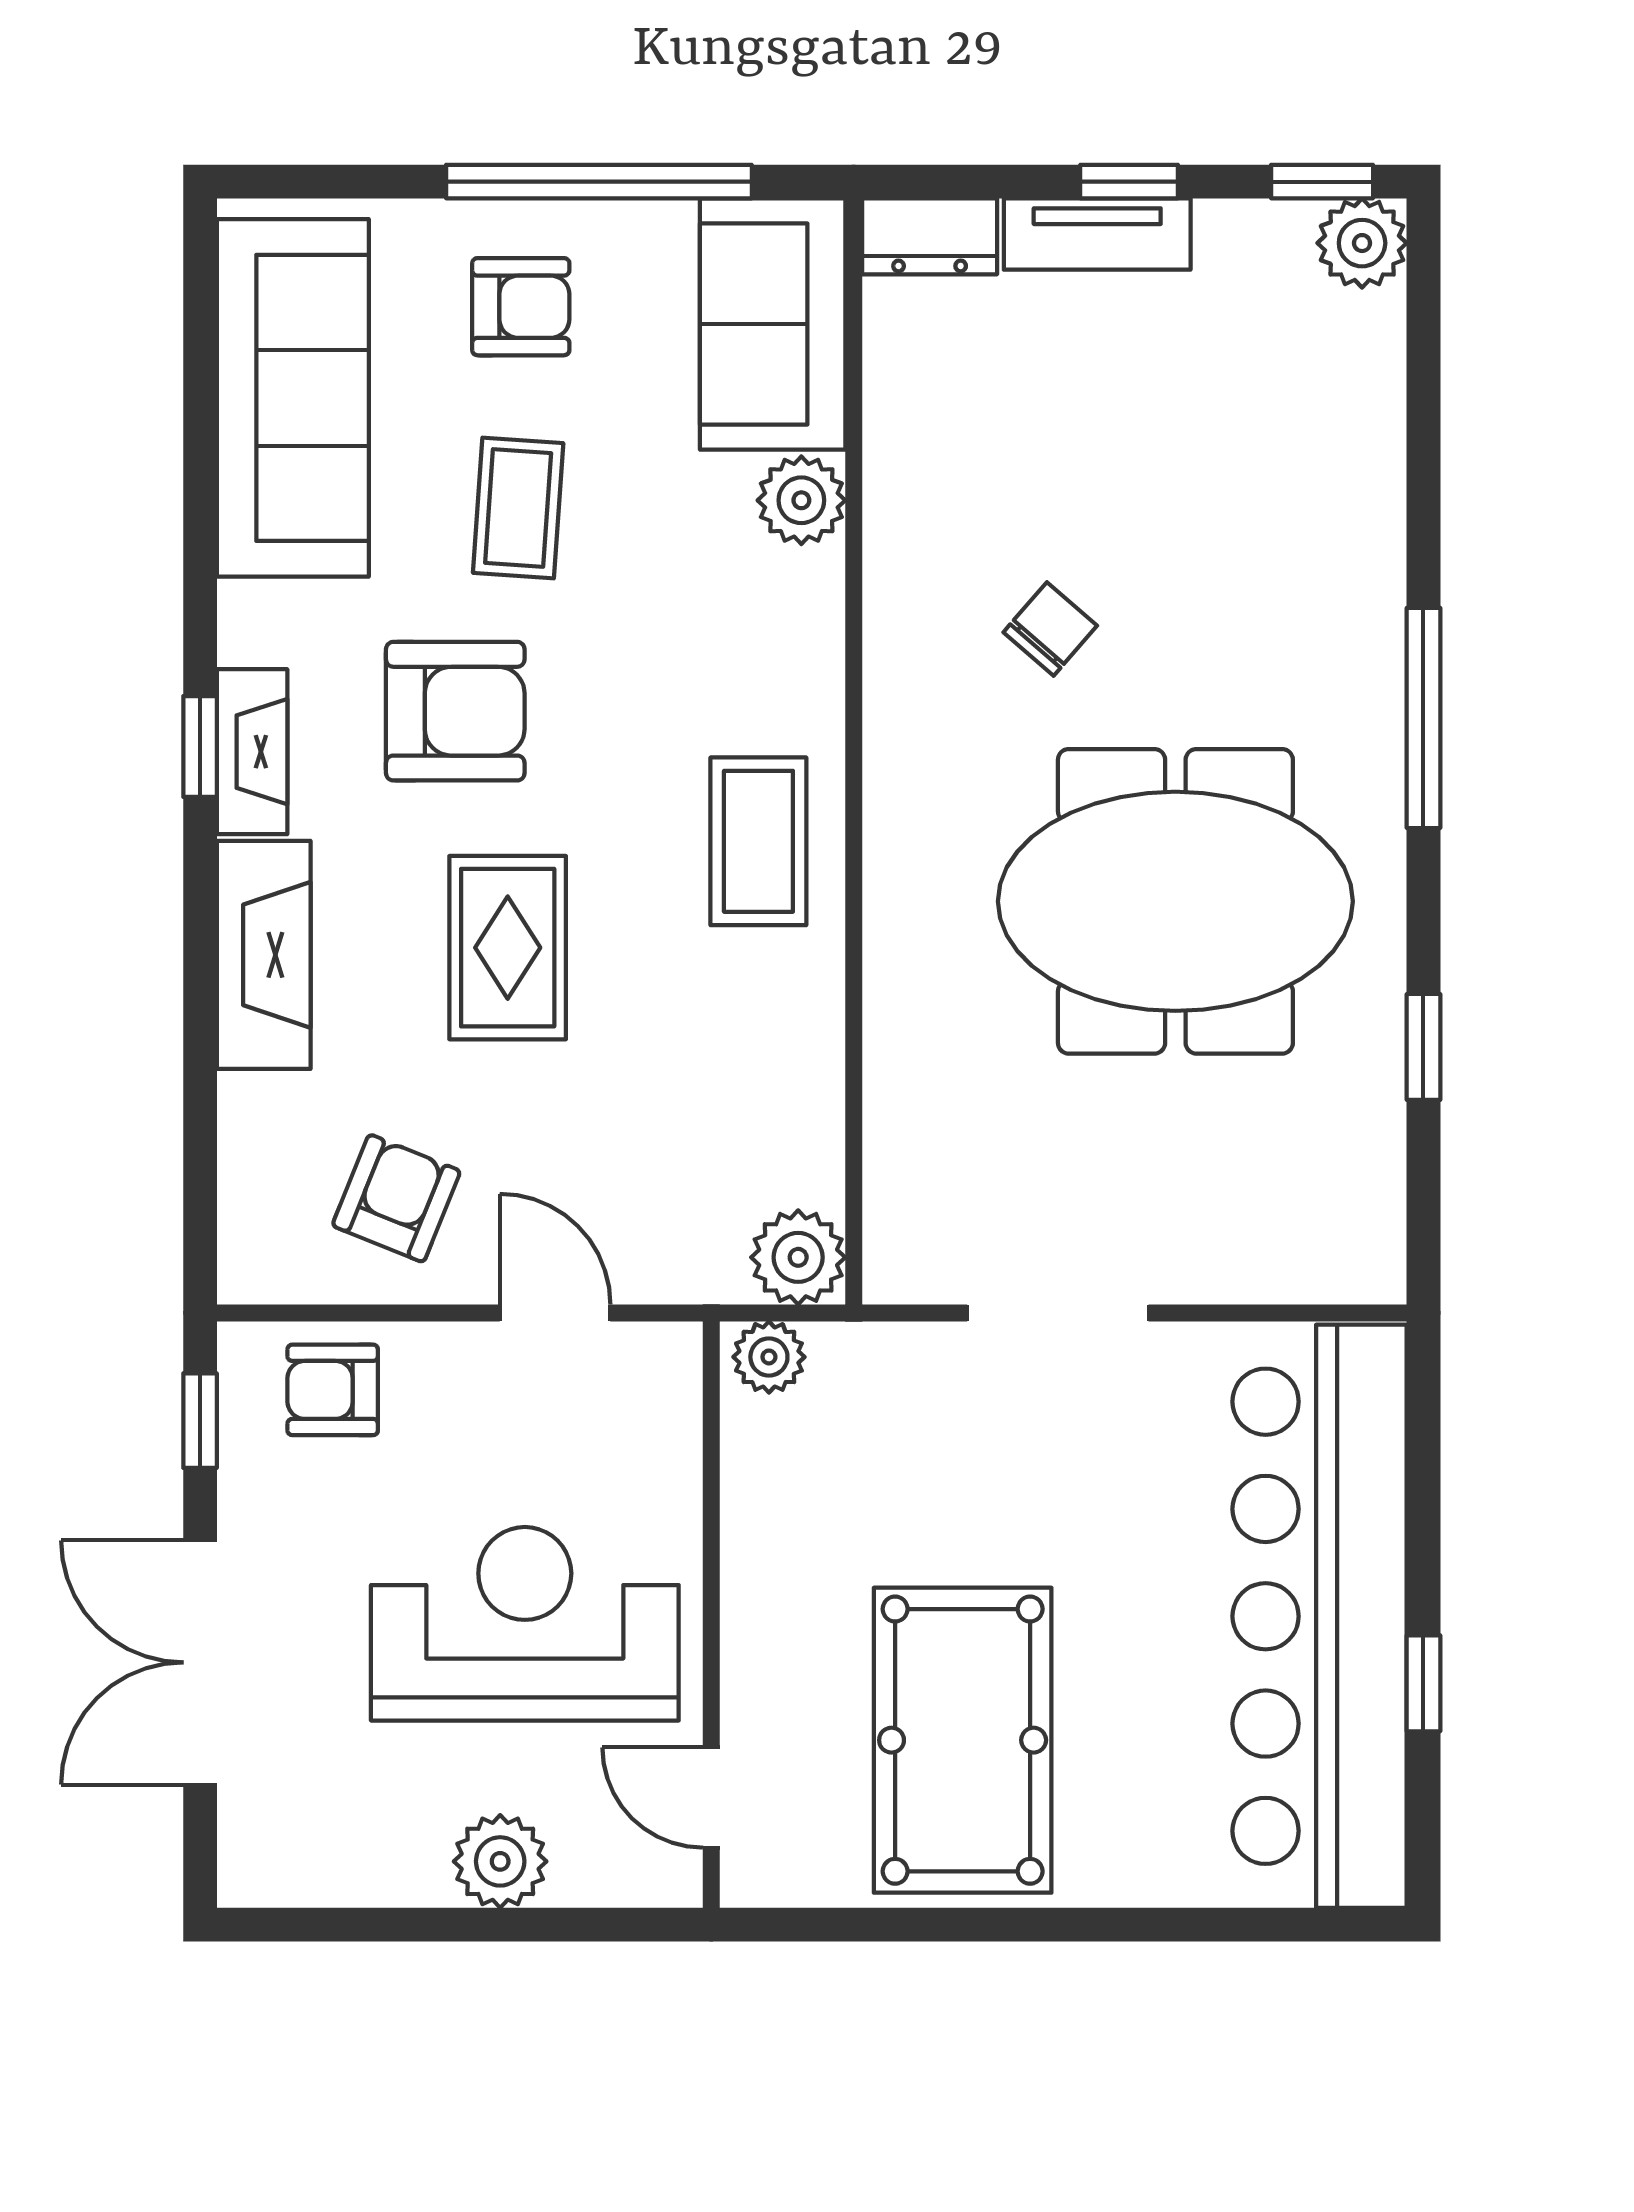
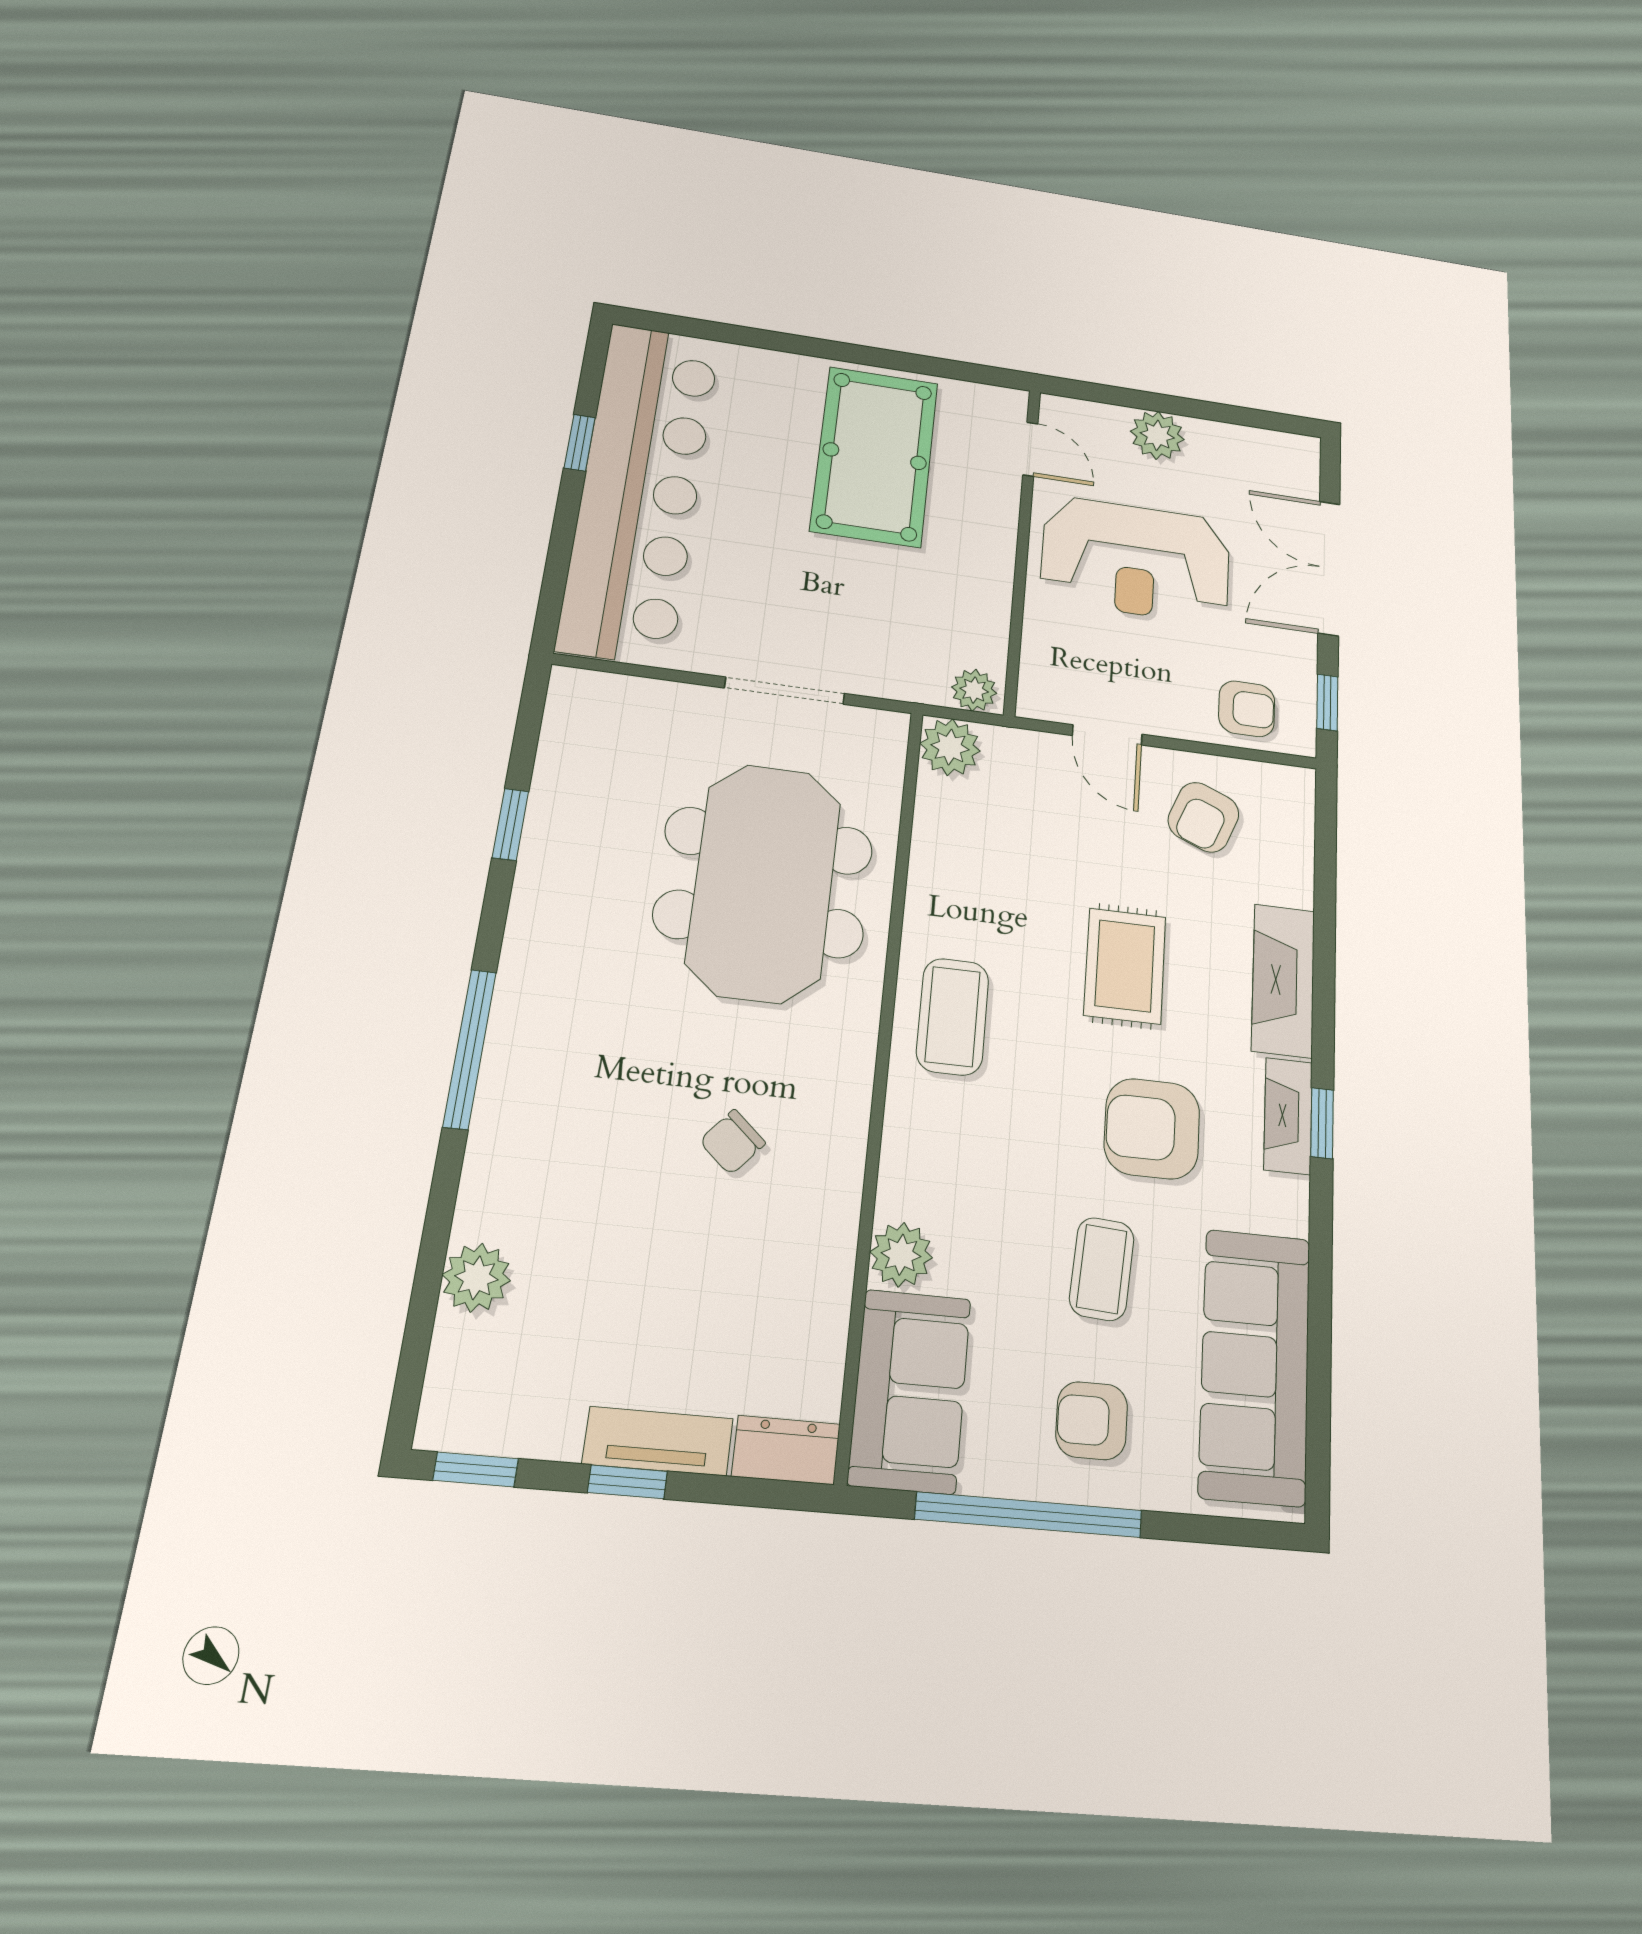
plant: (1362, 243) -> (476, 1278), moved
meeting table: (1175, 901) -> (764, 882), moved, turned 90
double door: (200, 1662) -> (1329, 568), swing flipped

